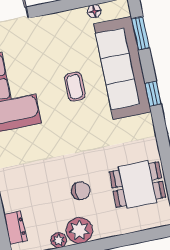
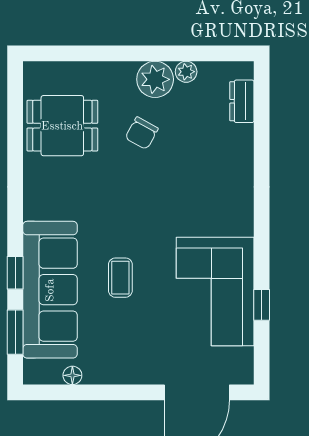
window: (153, 94) -> (15, 273), moved
chair: (81, 191) -> (142, 133), turned -61

